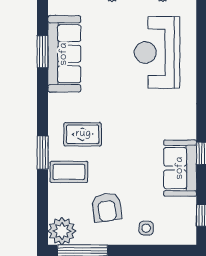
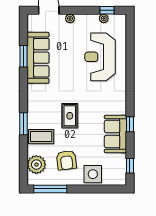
rug: (83, 134) -> (70, 116), moved, turned 90
side table: (146, 228) -> (93, 174), width x1.87, depth x1.87
plant: (62, 231) -> (36, 165), moved

